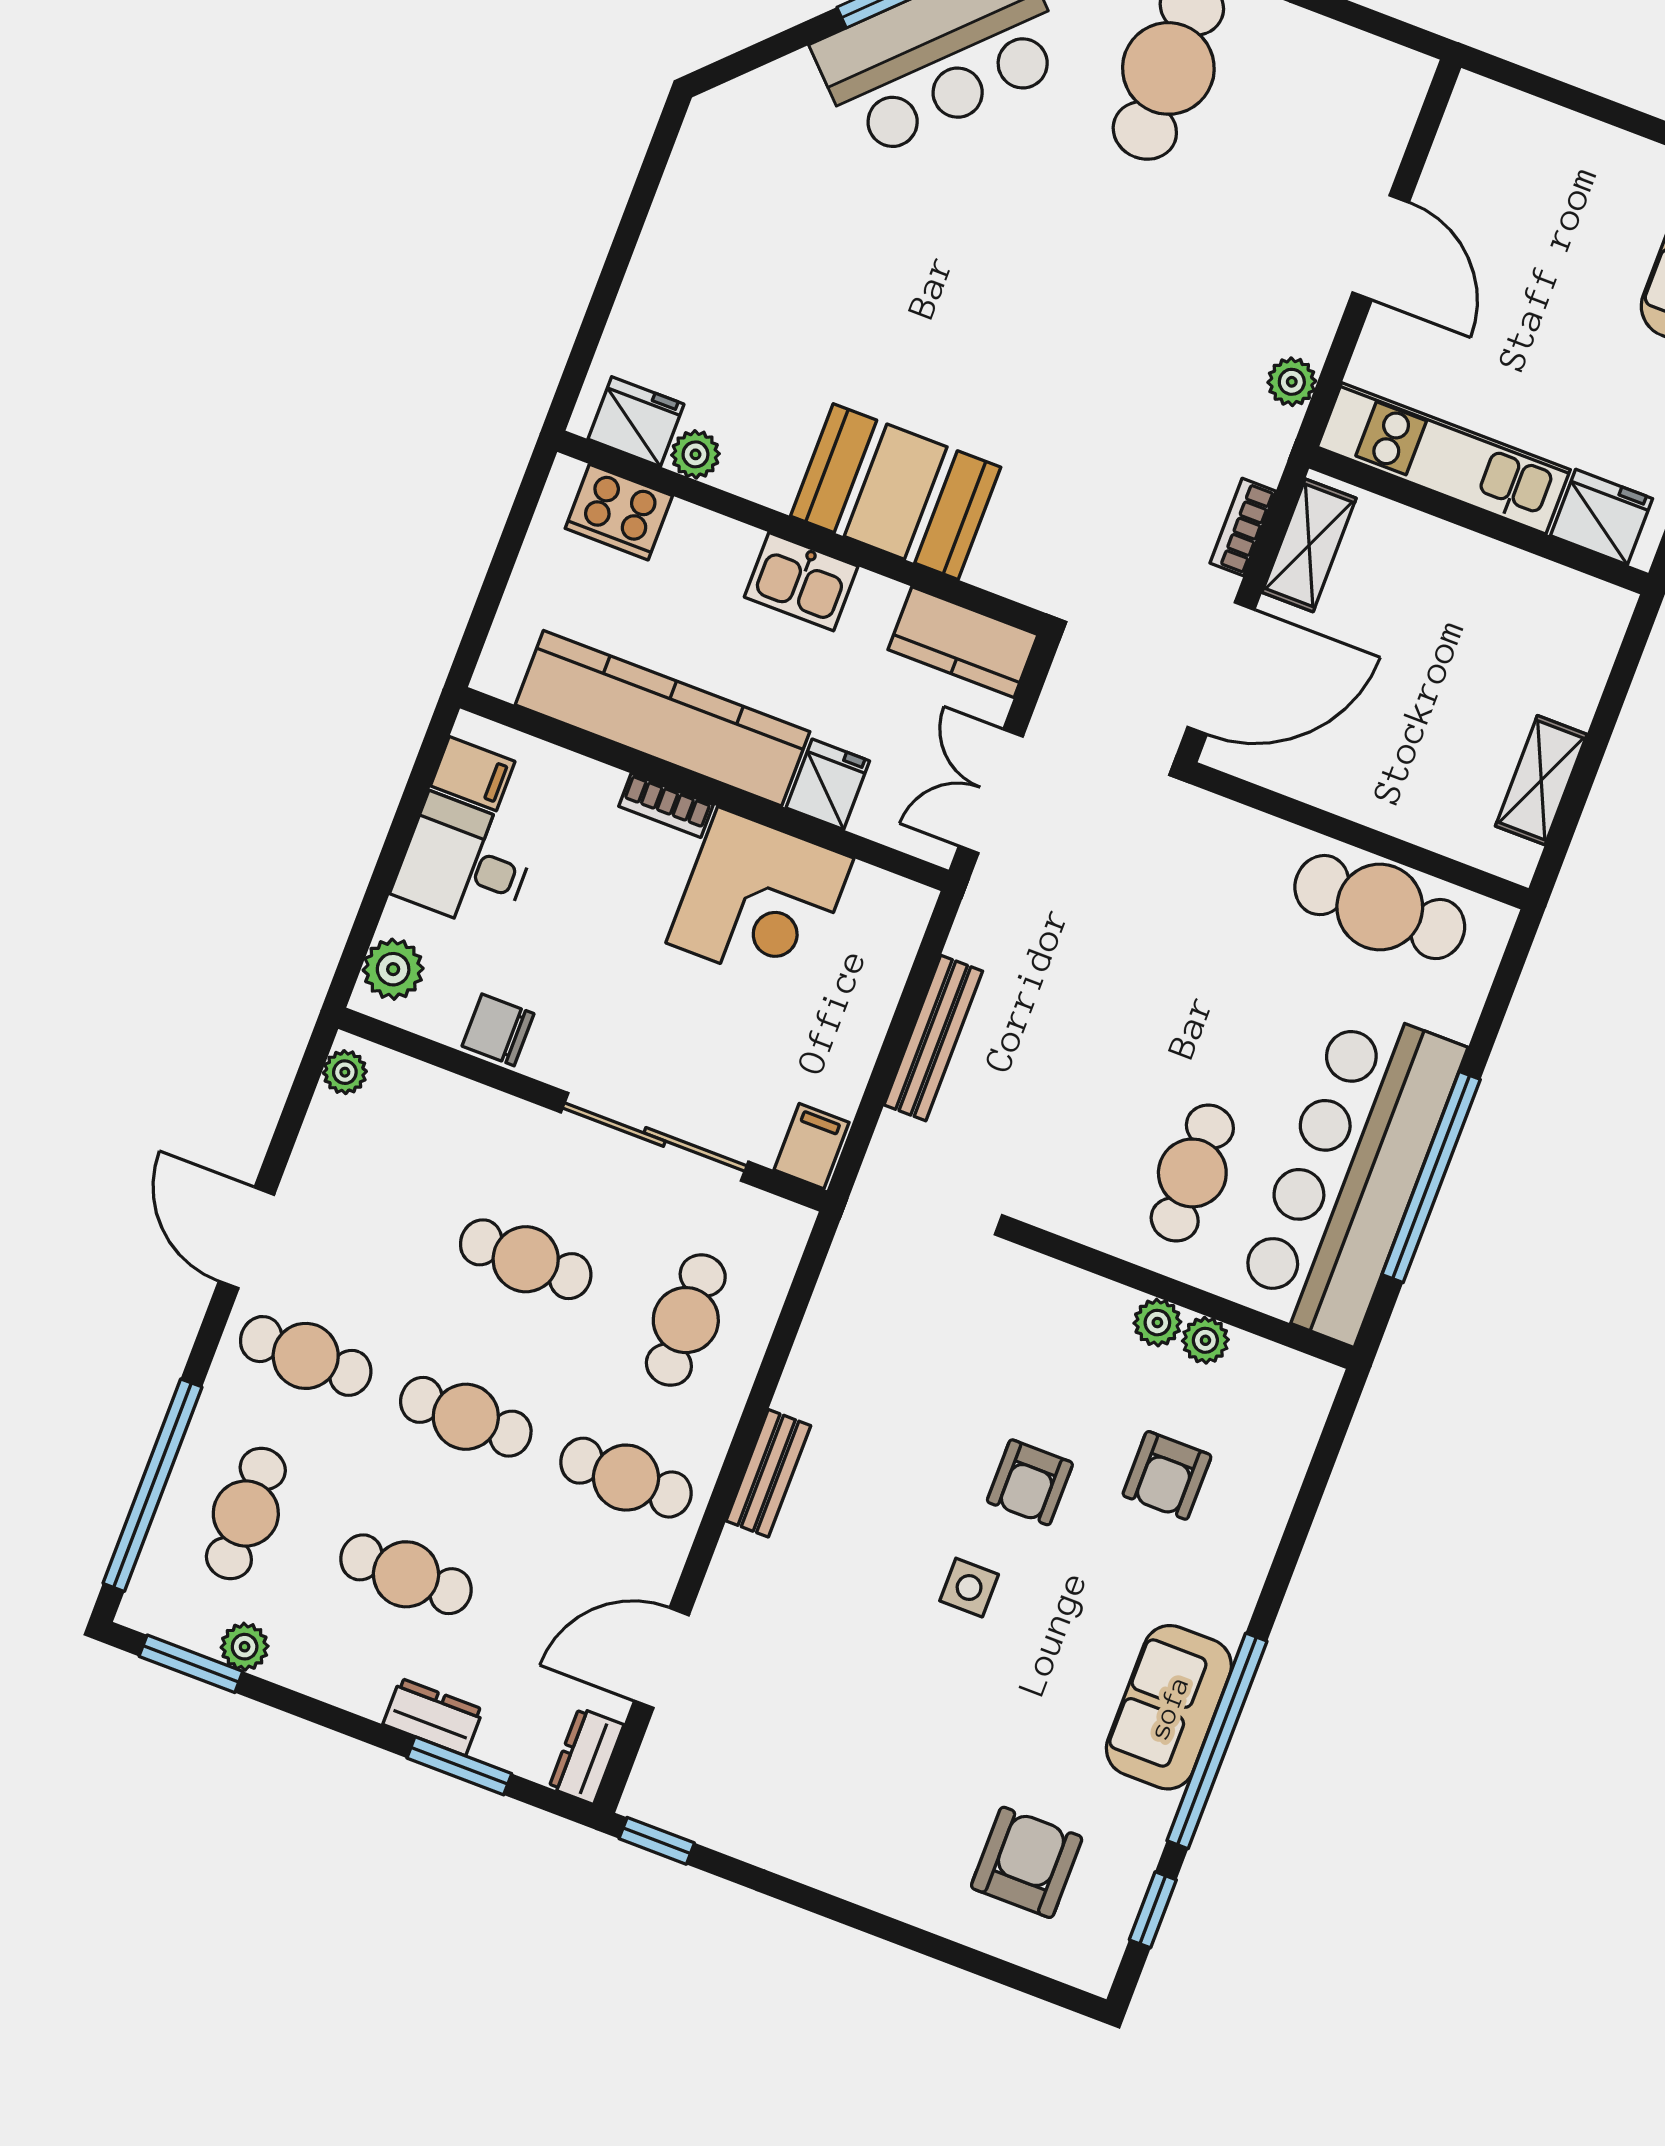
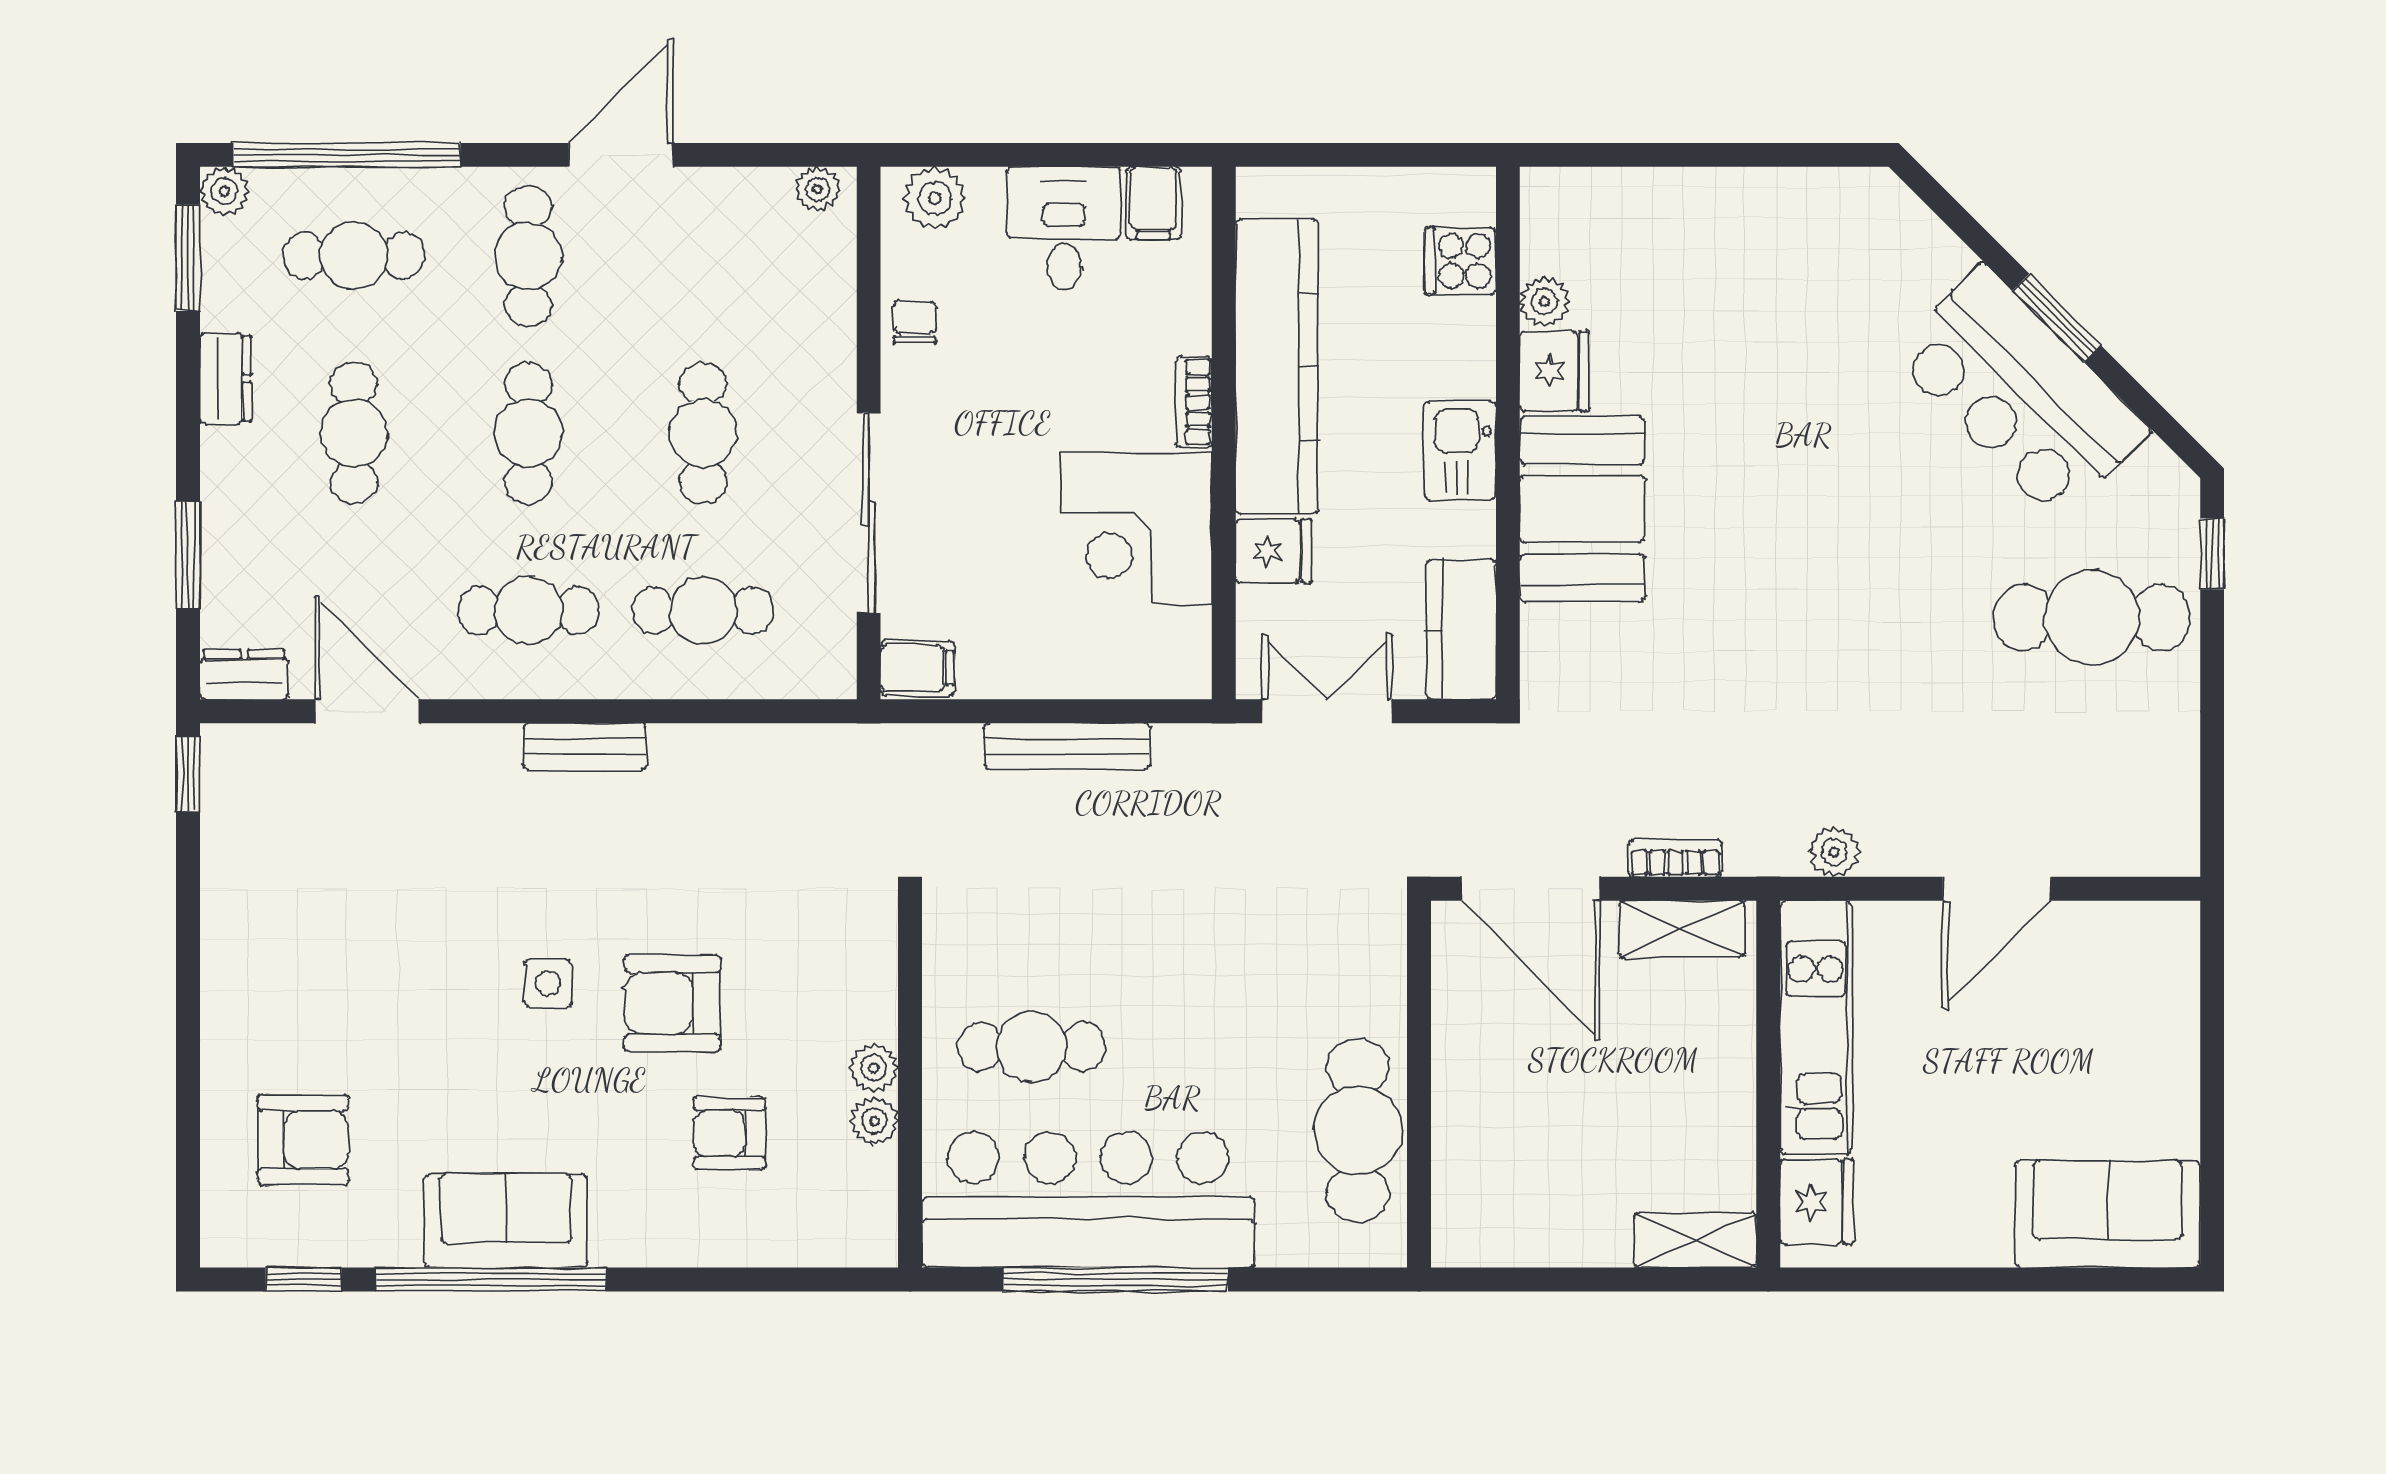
fridge: (636, 422) -> (1554, 371), moved
cooker: (619, 512) -> (1460, 261), width x0.73
shelving: (1541, 780) -> (1695, 1240), moved
chair: (498, 1030) -> (915, 322), width x0.73, depth x0.73
cafe table: (626, 1478) -> (528, 610), turned 90
armchair: (1030, 1482) -> (672, 1003), width x1.38, depth x1.38
plant: (245, 1647) -> (224, 191), moved
dresser: (433, 1717) -> (226, 379), moved

